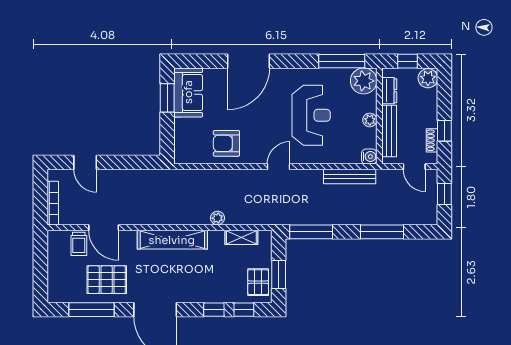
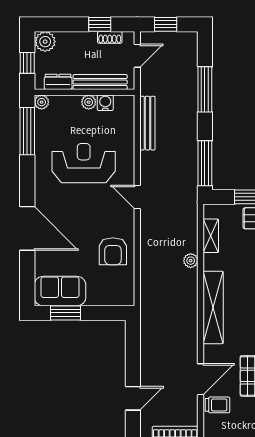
plant: (364, 81) -> (42, 102), width x0.53, depth x0.53
water cooler: (369, 157) -> (105, 103), moved

